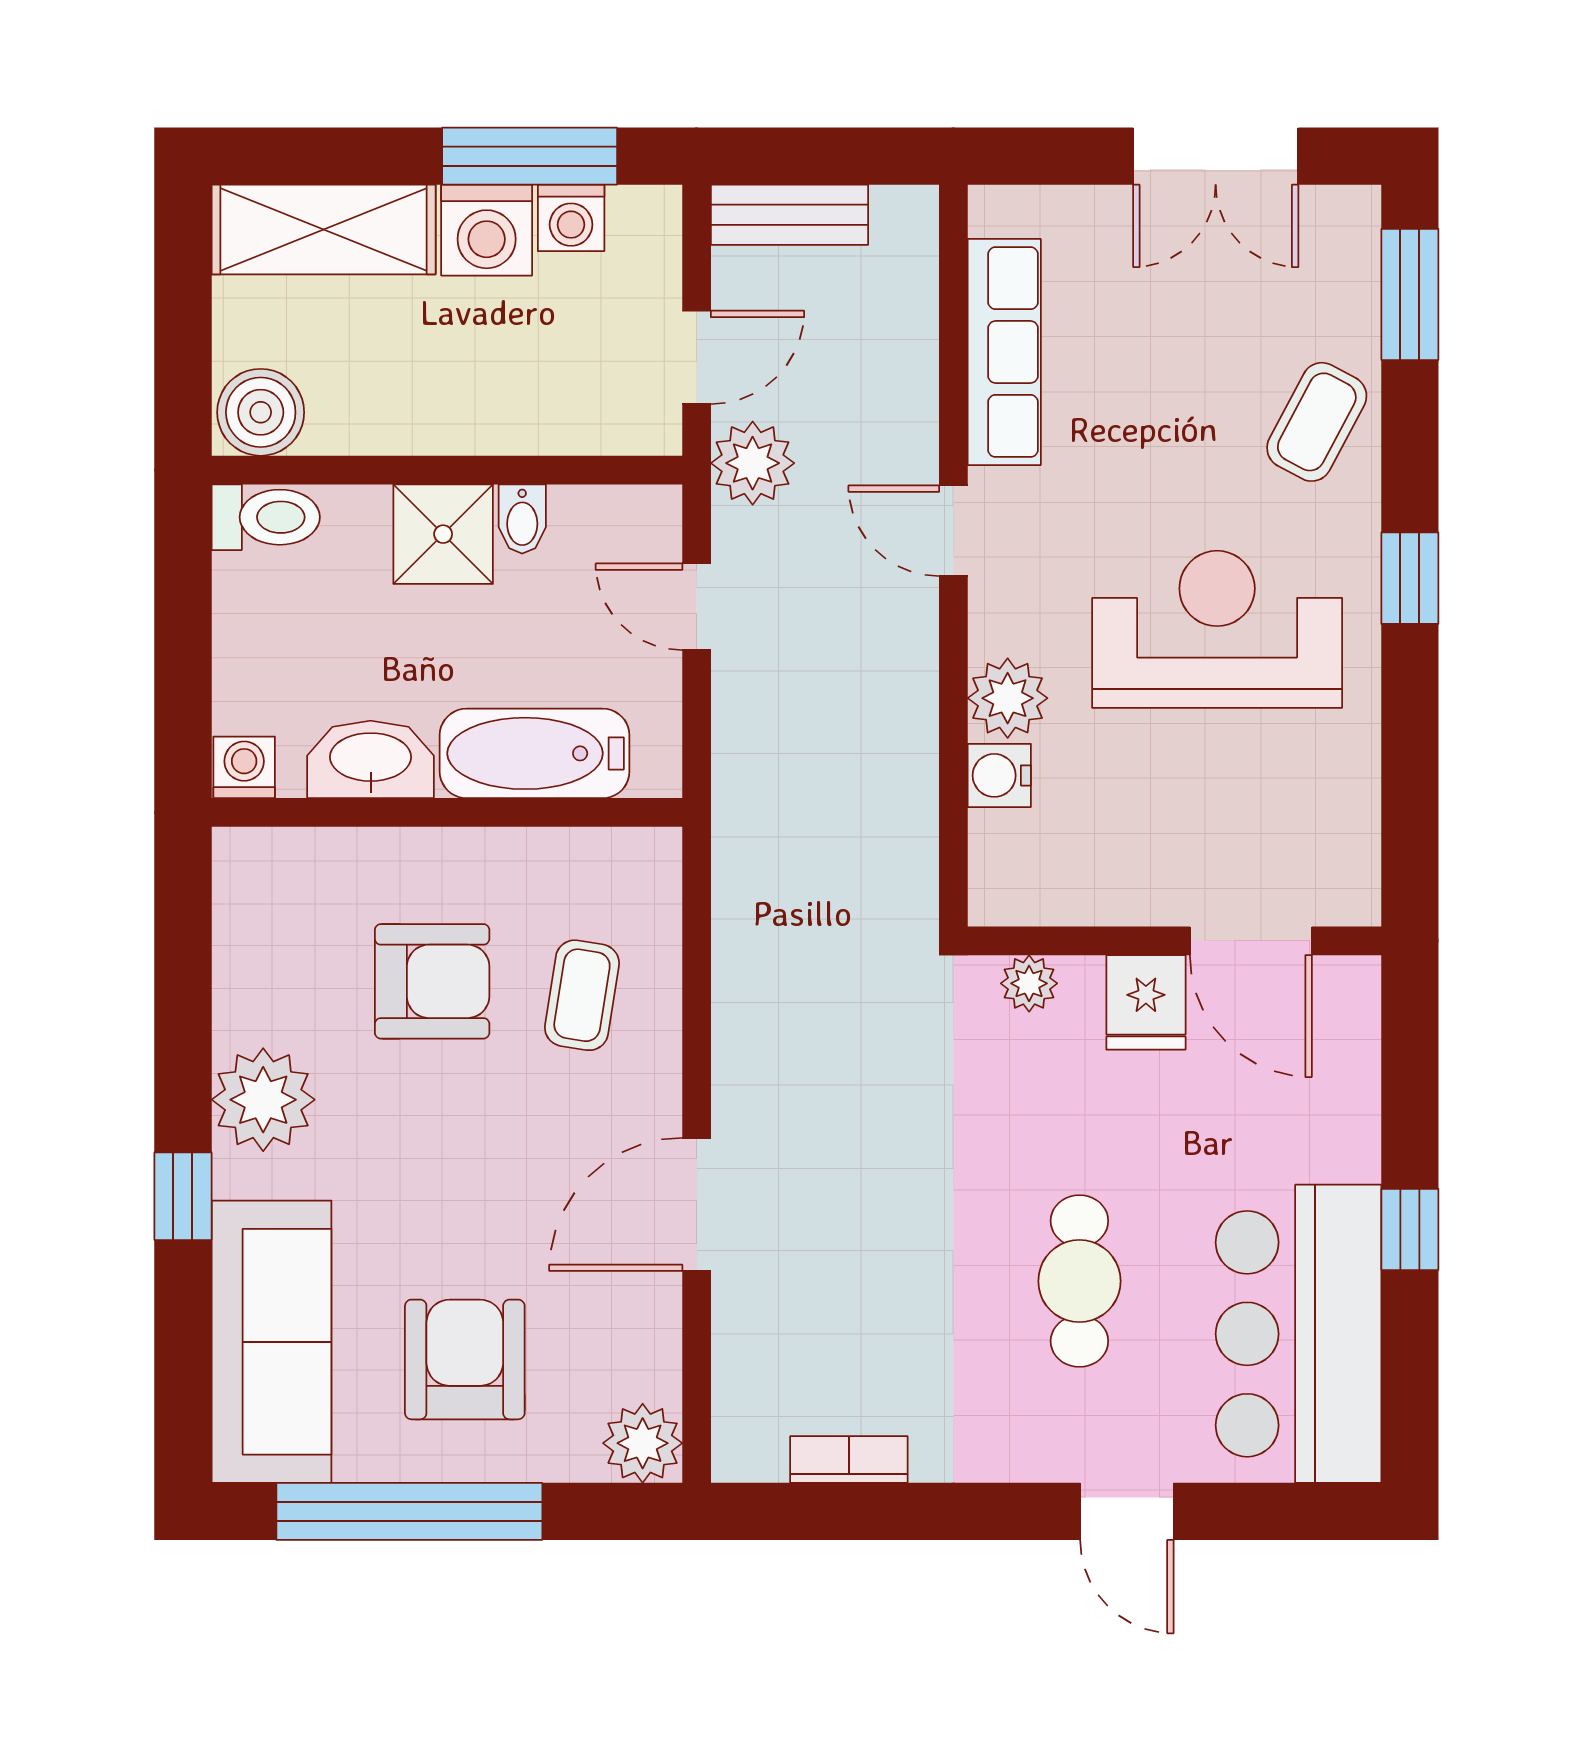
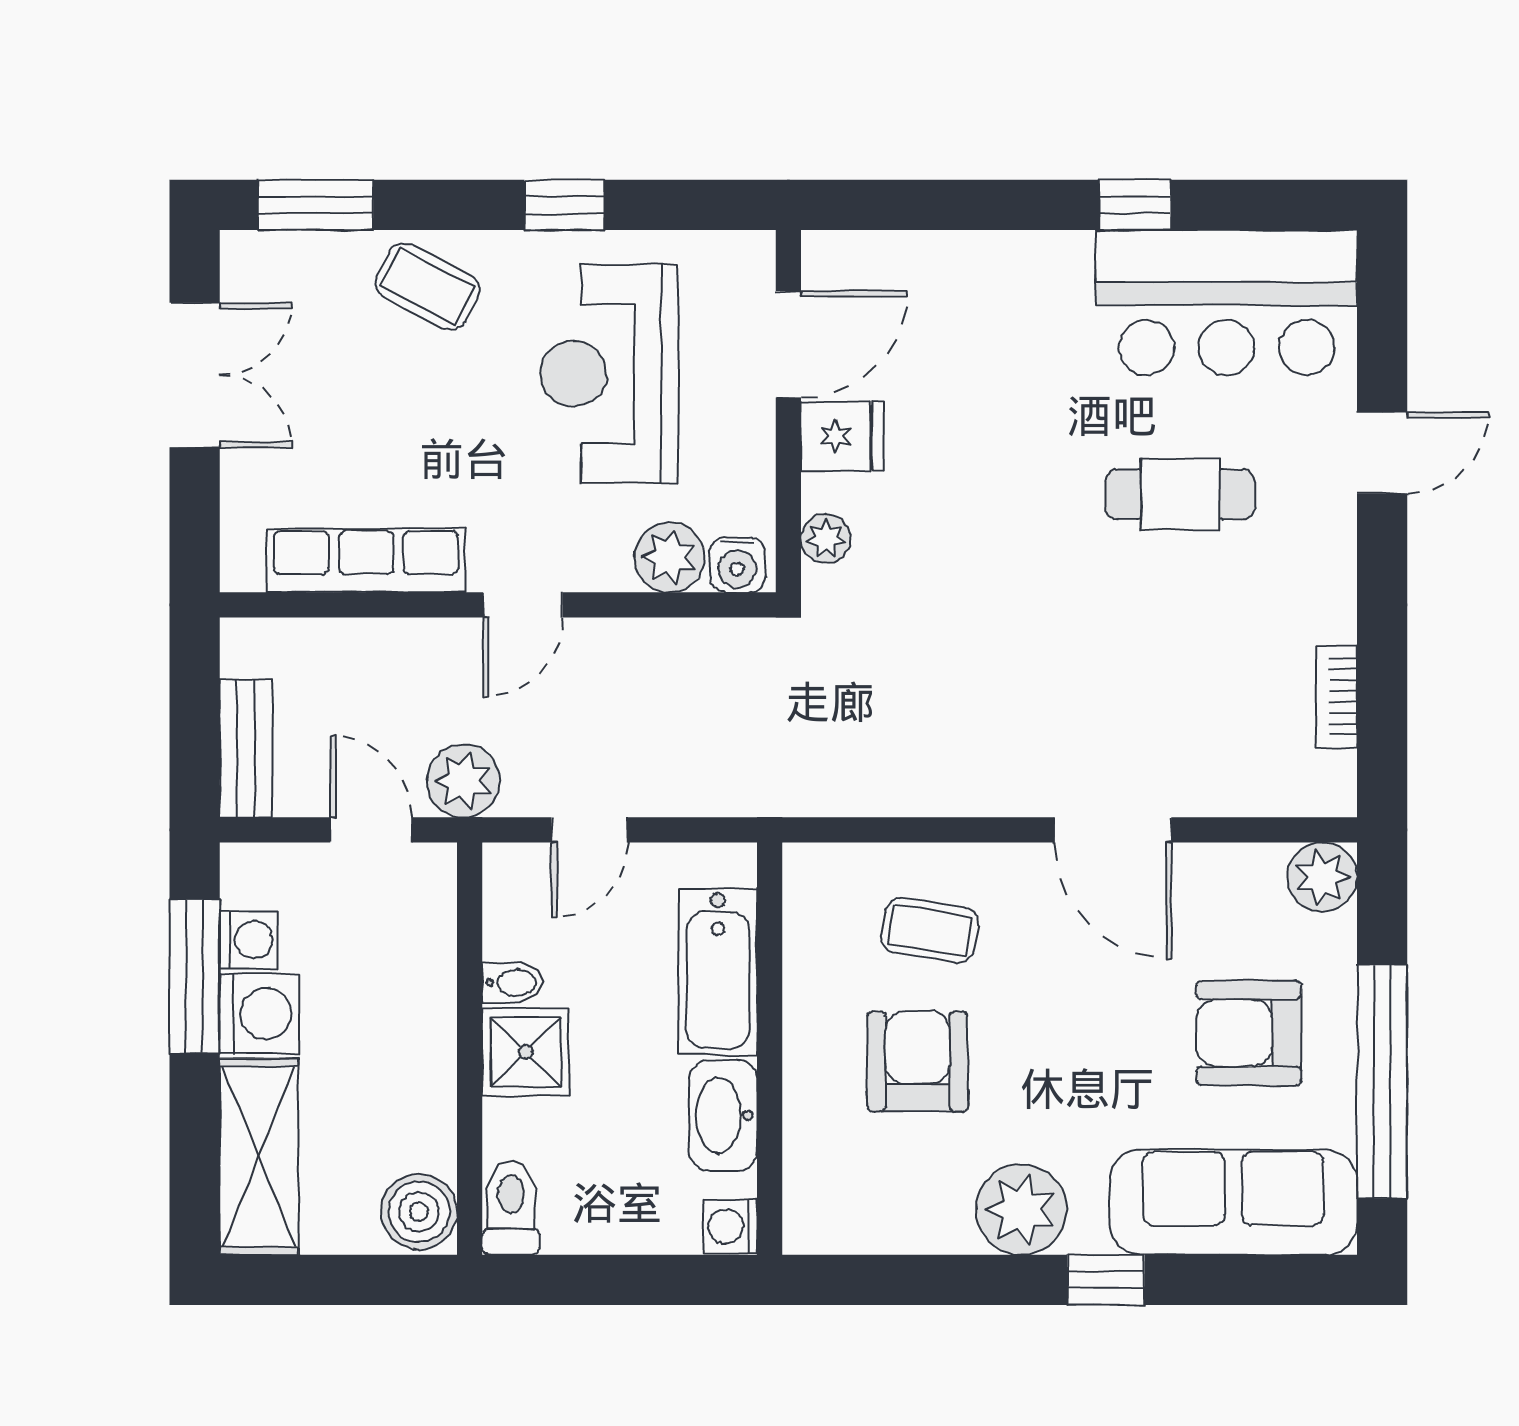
wall: (1174, 941) -> (788, 411), moved
door: (1251, 941) -> (788, 344), moved
plant: (1029, 983) -> (826, 539), moved
fridge: (1146, 1002) -> (842, 436), moved

